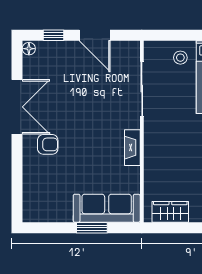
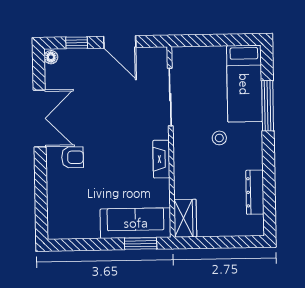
stool: (180, 58) -> (219, 138), moved
wardrobe: (170, 212) -> (185, 218), moved, turned 90
window: (92, 228) -> (141, 244), moved

